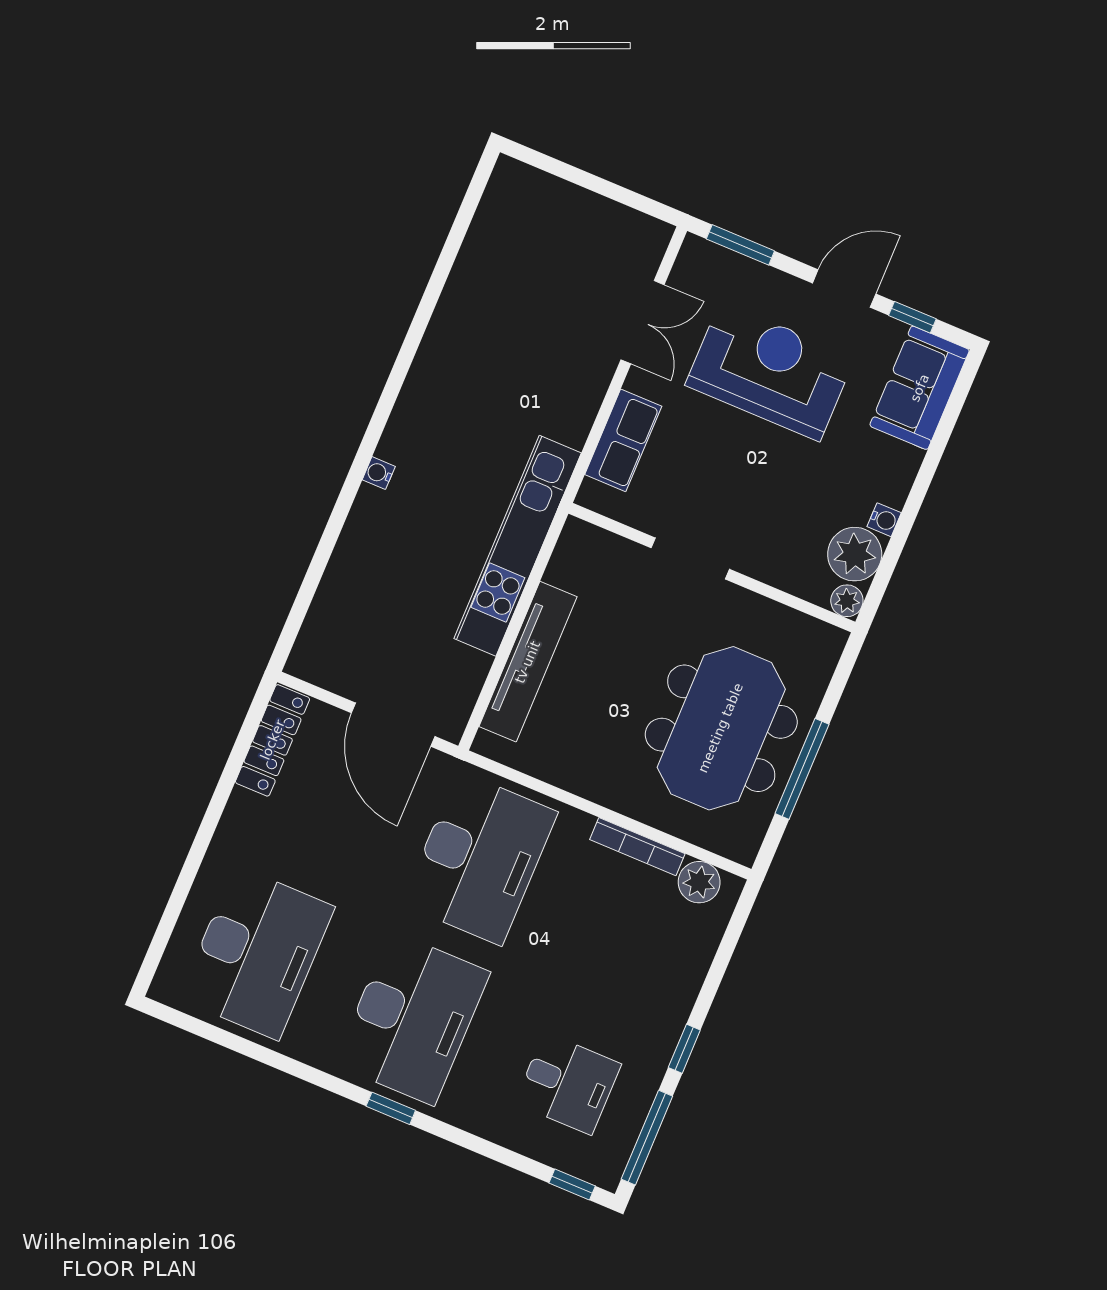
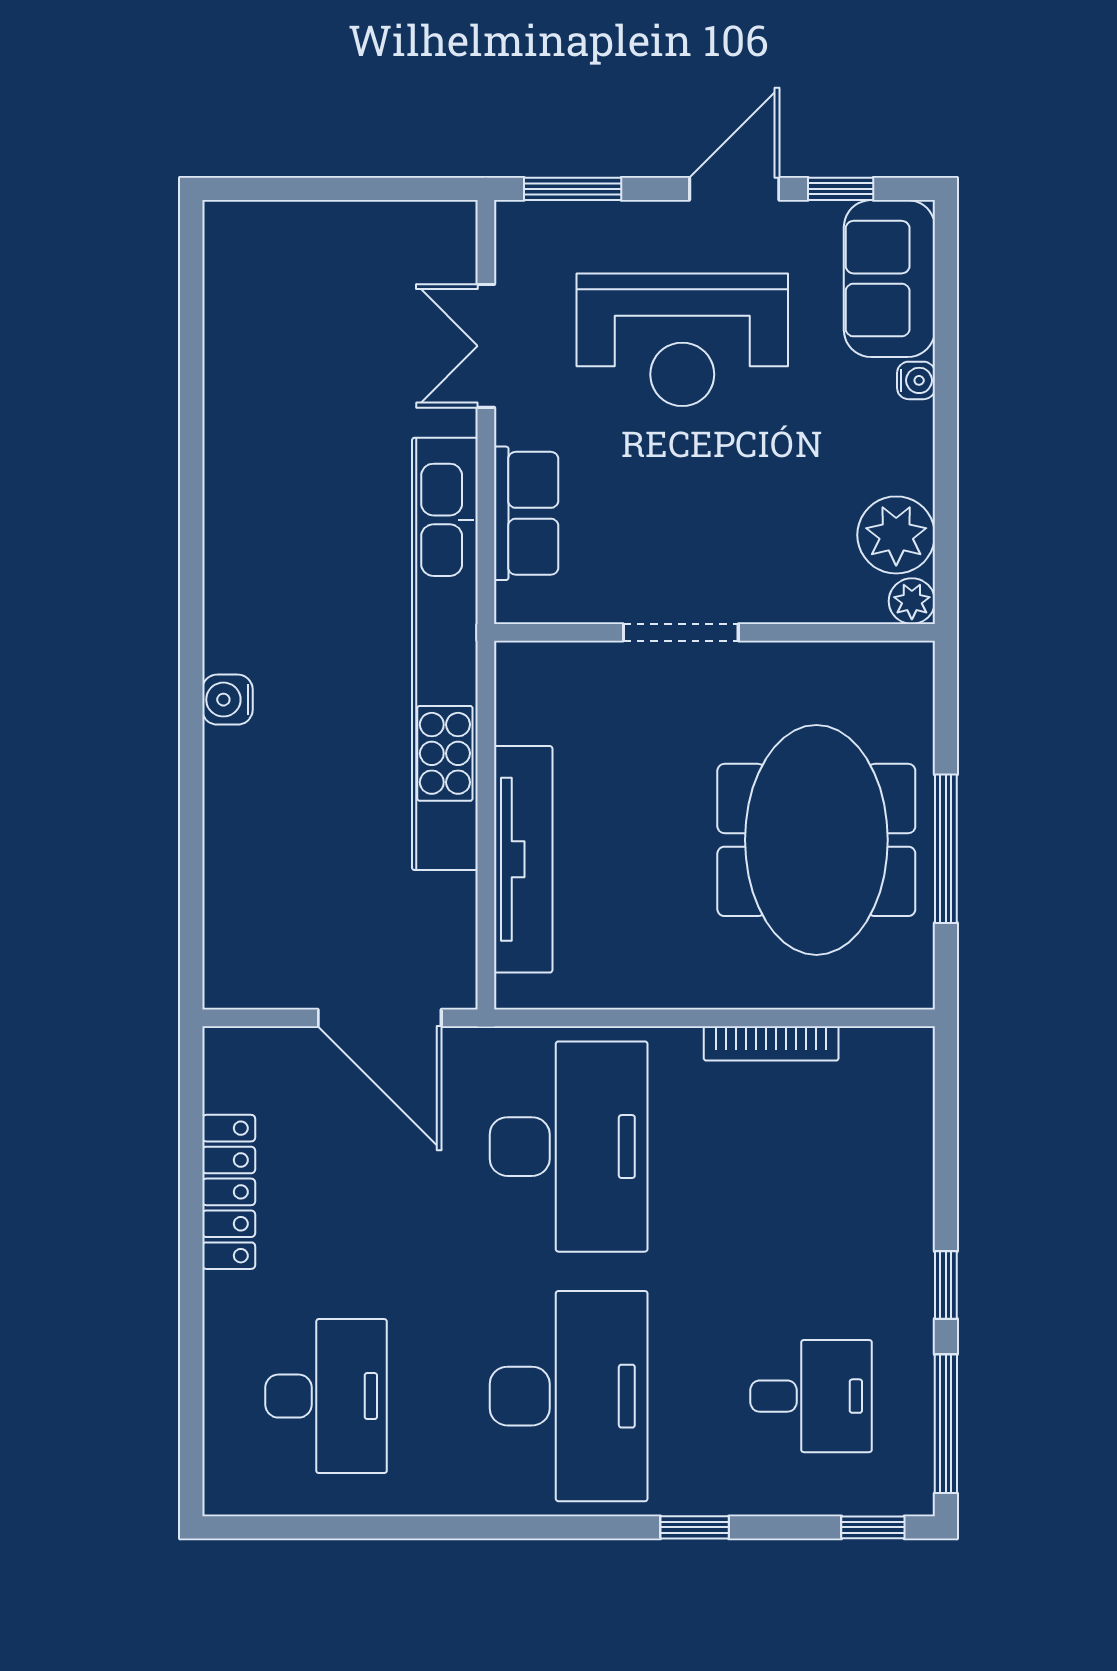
double door: (643, 322) -> (486, 346), swing flipped
reception desk: (770, 371) -> (682, 340), turned 180
water cooler: (379, 473) -> (227, 700), width x1.38, depth x1.38
water cooler: (884, 520) -> (916, 380), moved
kitchen unit: (518, 546) -> (445, 654), width x1.36
locker: (273, 740) -> (229, 1192), moved
plant: (699, 882) -> (873, 1056), removed
desk: (257, 953) -> (326, 1396), width x0.73, depth x0.77
window: (391, 1108) -> (695, 1527), moved

